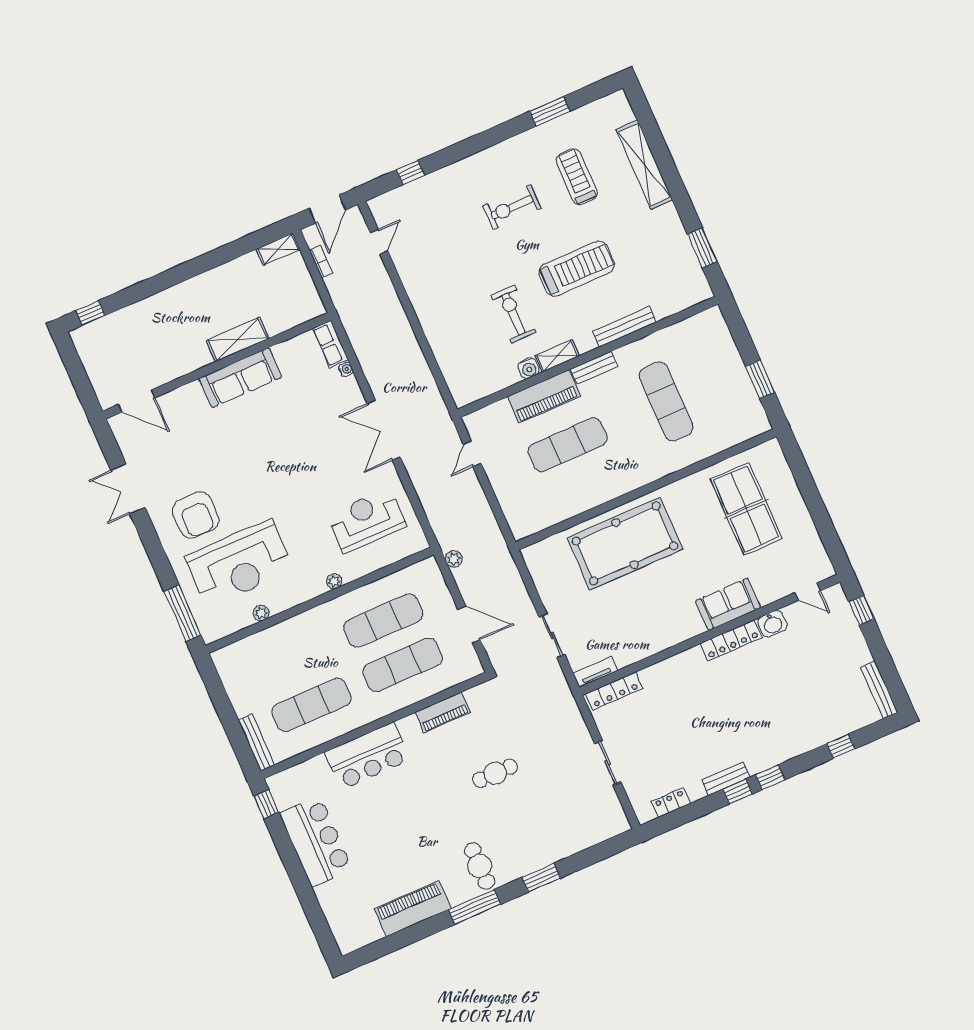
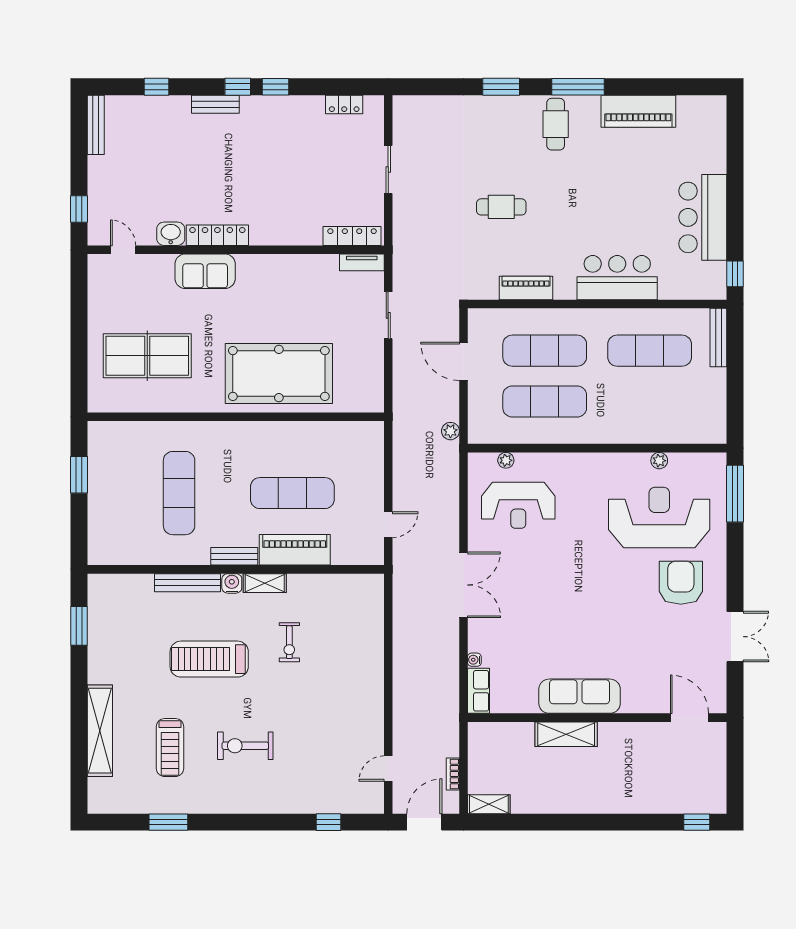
exercise bike: (512, 207) -> (245, 746), turned 180
exercise bike: (513, 314) -> (289, 642), width x0.73, depth x0.72
water cooler: (529, 368) -> (232, 583), moved
table tennis table: (746, 509) -> (147, 356), turned 90
plant: (334, 581) -> (506, 460), moved
bench: (726, 779) -> (215, 104), moved

